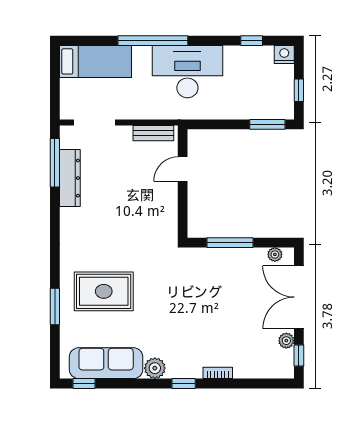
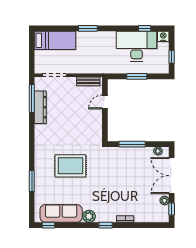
window: (153, 41) -> (88, 28), width x0.47
desk: (187, 72) -> (137, 46), moved
window: (267, 124) -> (137, 76), moved
rug: (104, 291) -> (70, 166), moved

